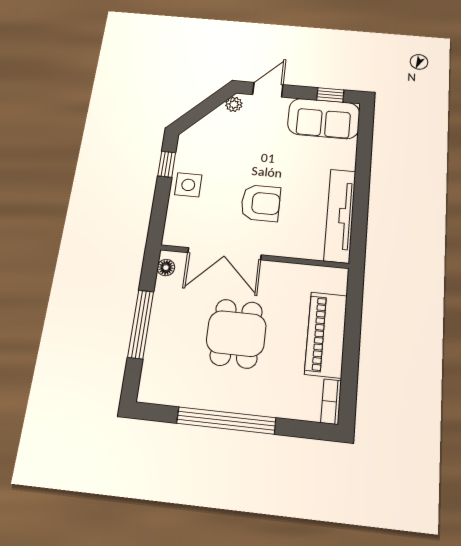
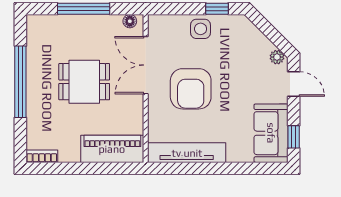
armchair: (261, 203) -> (191, 89), width x1.36, depth x1.36
piano: (326, 335) -> (112, 149), moved

